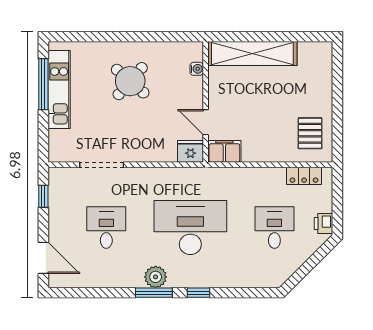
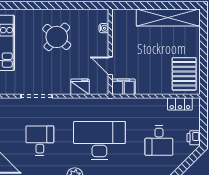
shelving: (252, 54) -> (168, 17), moved
pallet: (310, 133) -> (184, 74), width x1.50, depth x1.42
fridge: (190, 151) -> (80, 87), moved
desk: (274, 227) -> (159, 141), turned 180

